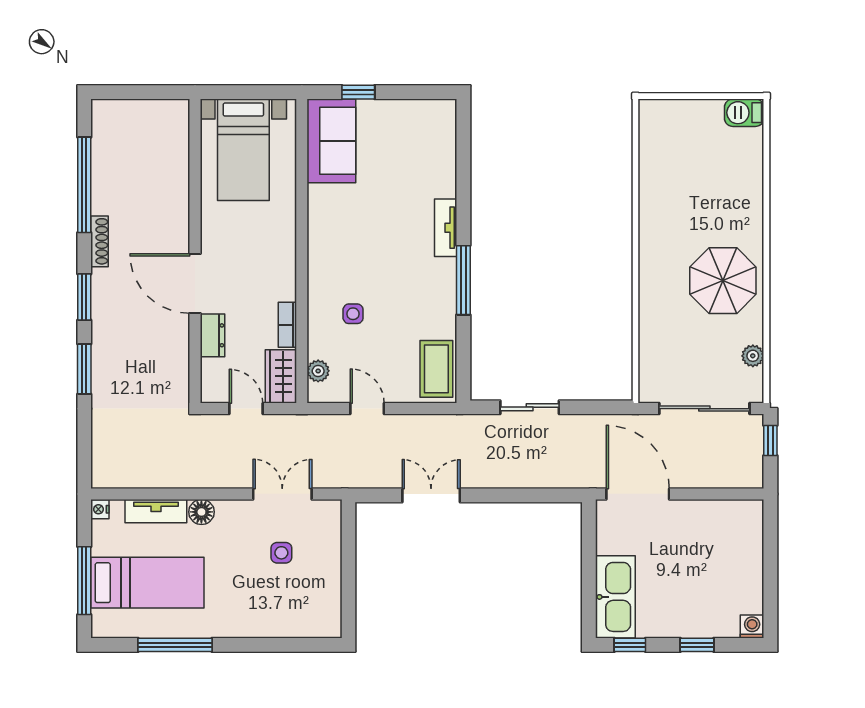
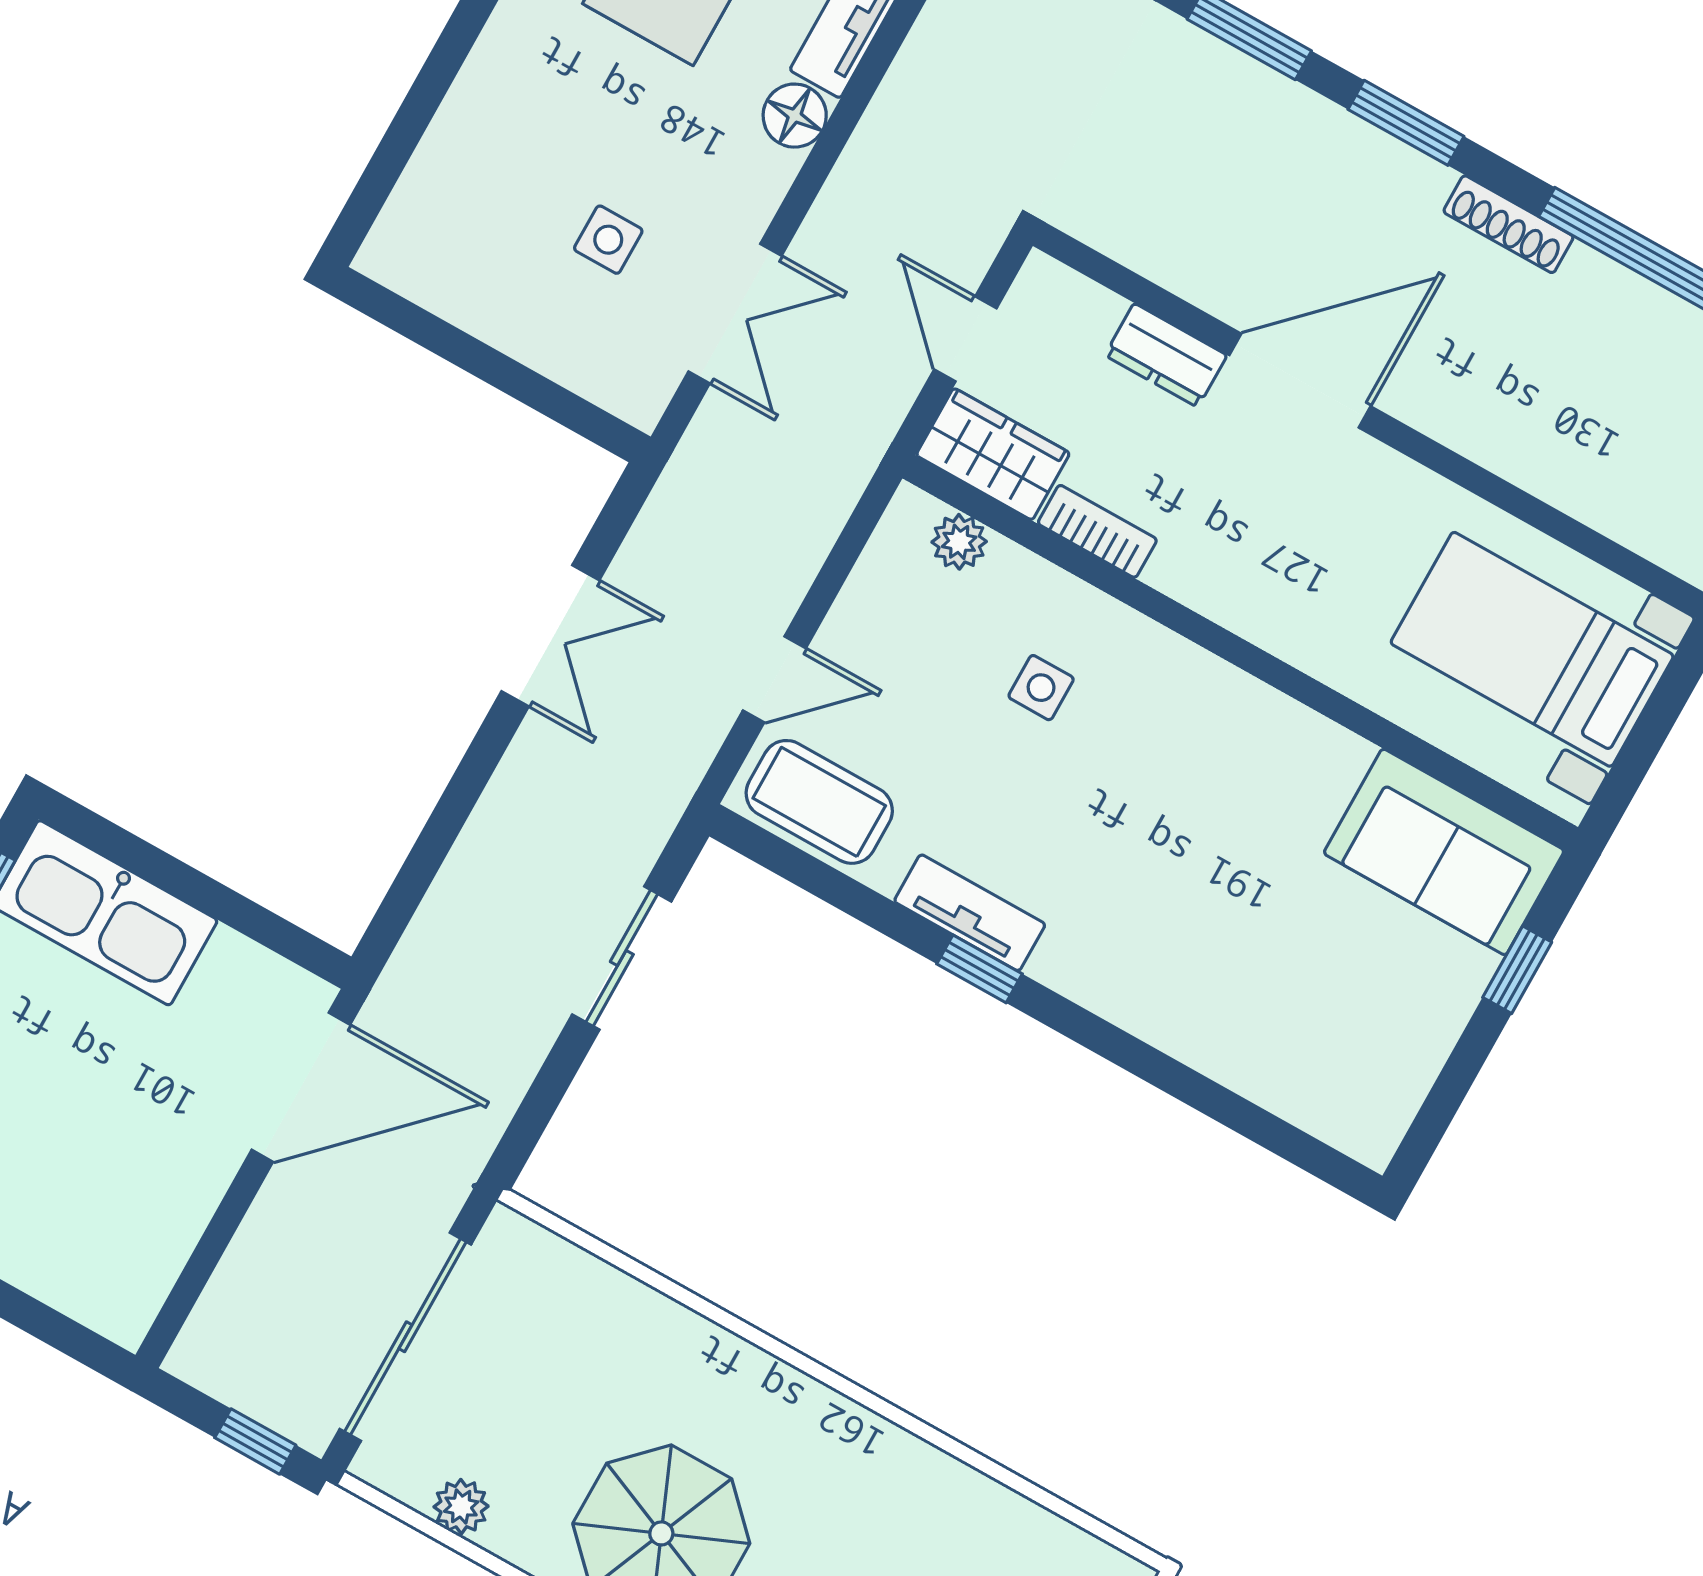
tv unit: (446, 228) -> (970, 913), moved
window: (463, 280) -> (979, 969), width x0.46
door: (246, 409) -> (965, 339), swing flipped
door: (367, 409) -> (774, 679), moved

